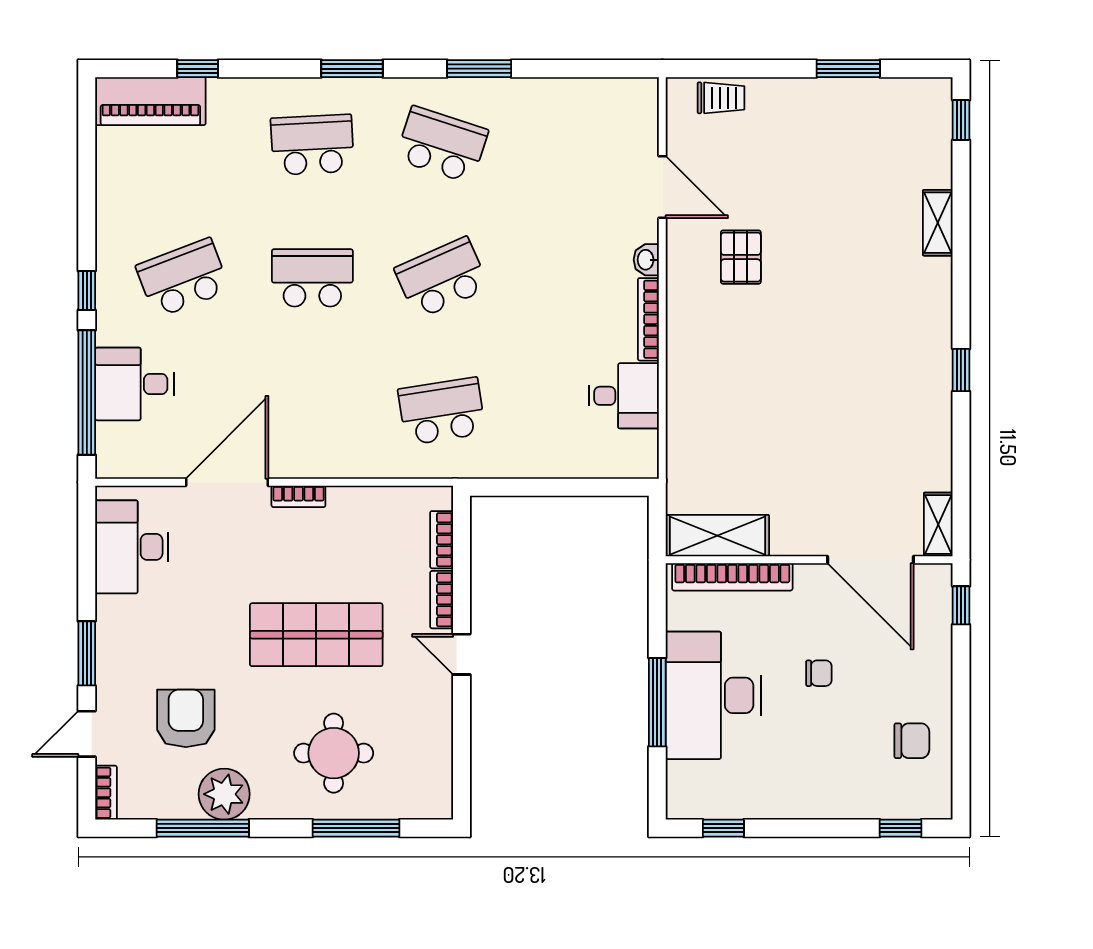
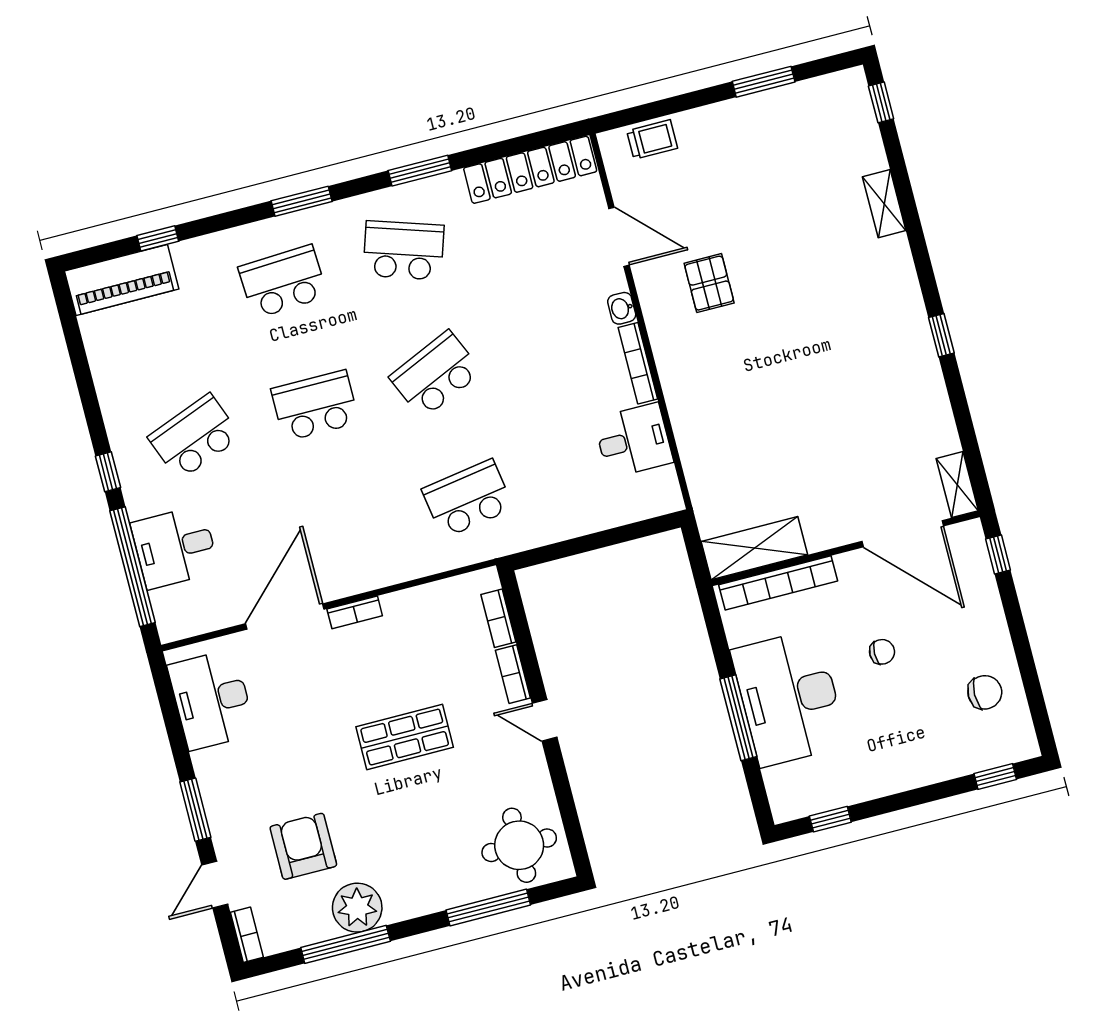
locker: (590, 97) -> (530, 170), added
shop shelf: (316, 635) -> (405, 737), width x0.70, depth x0.74
round table: (334, 753) -> (519, 845), moved

